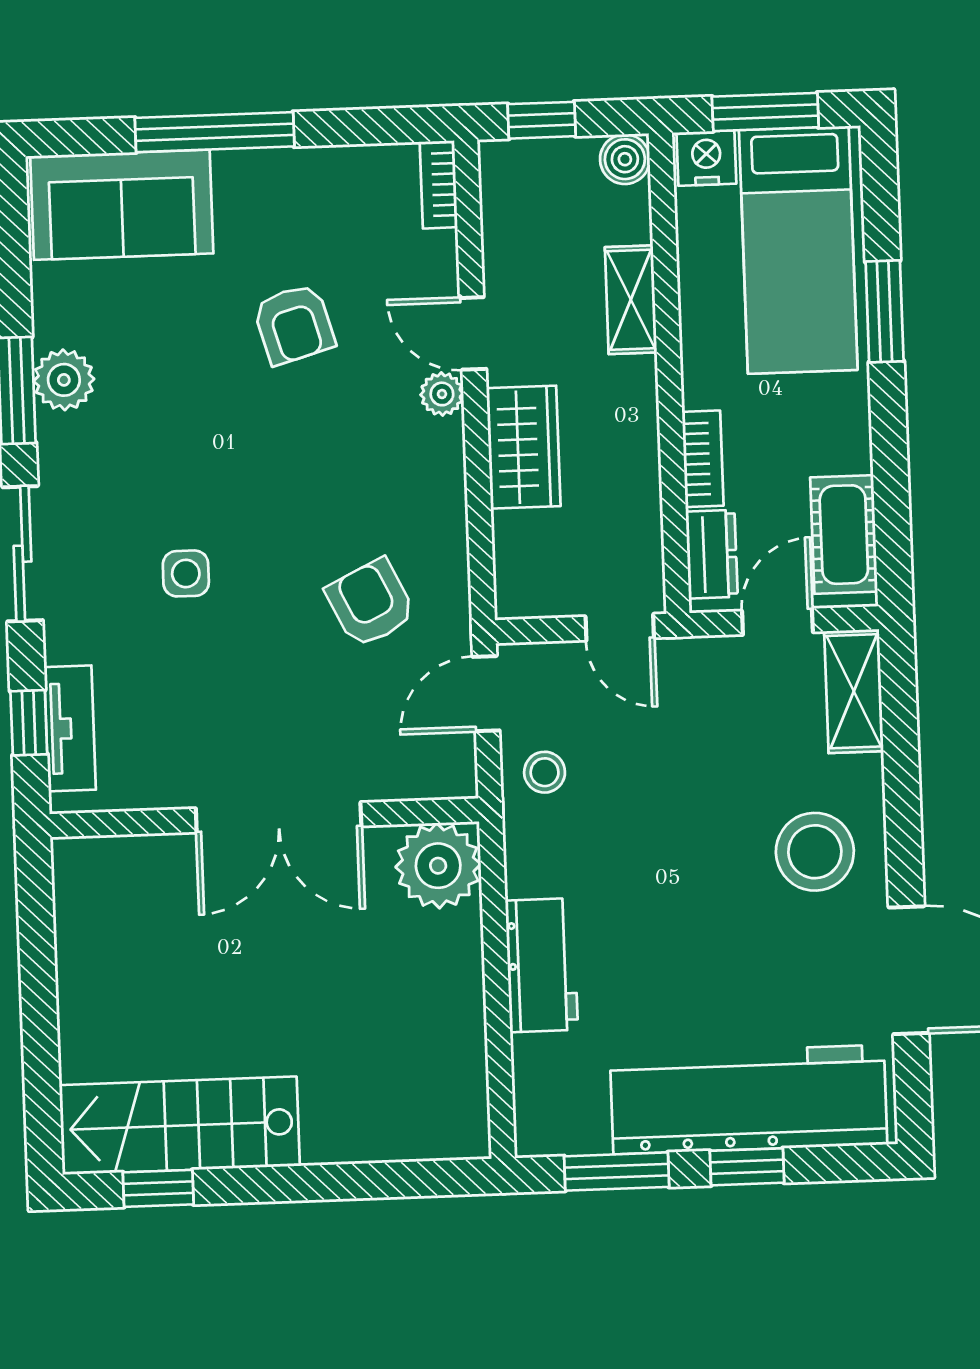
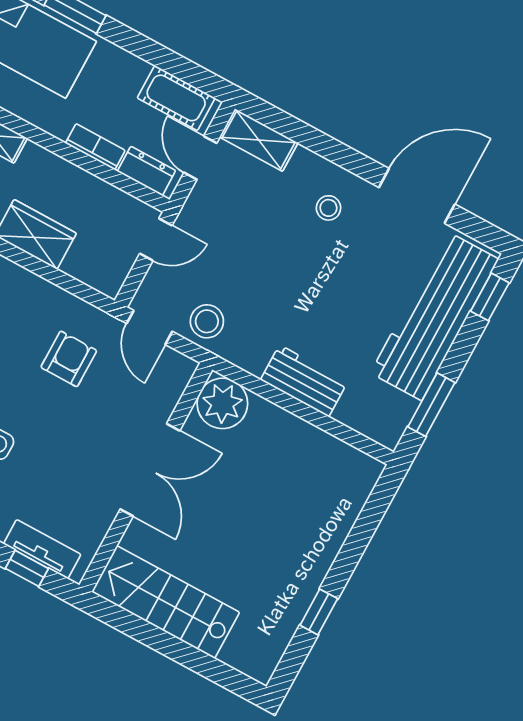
armchair: (371, 603) -> (69, 359), turned 116
stool: (545, 772) -> (207, 321), width x1.37, depth x1.37
stool: (815, 852) -> (328, 208), width x0.53, depth x0.53
stairs: (180, 1126) -> (166, 602), moved, turned 90
window: (747, 1167) -> (490, 297), moved
window: (158, 1188) -> (319, 612), moved

